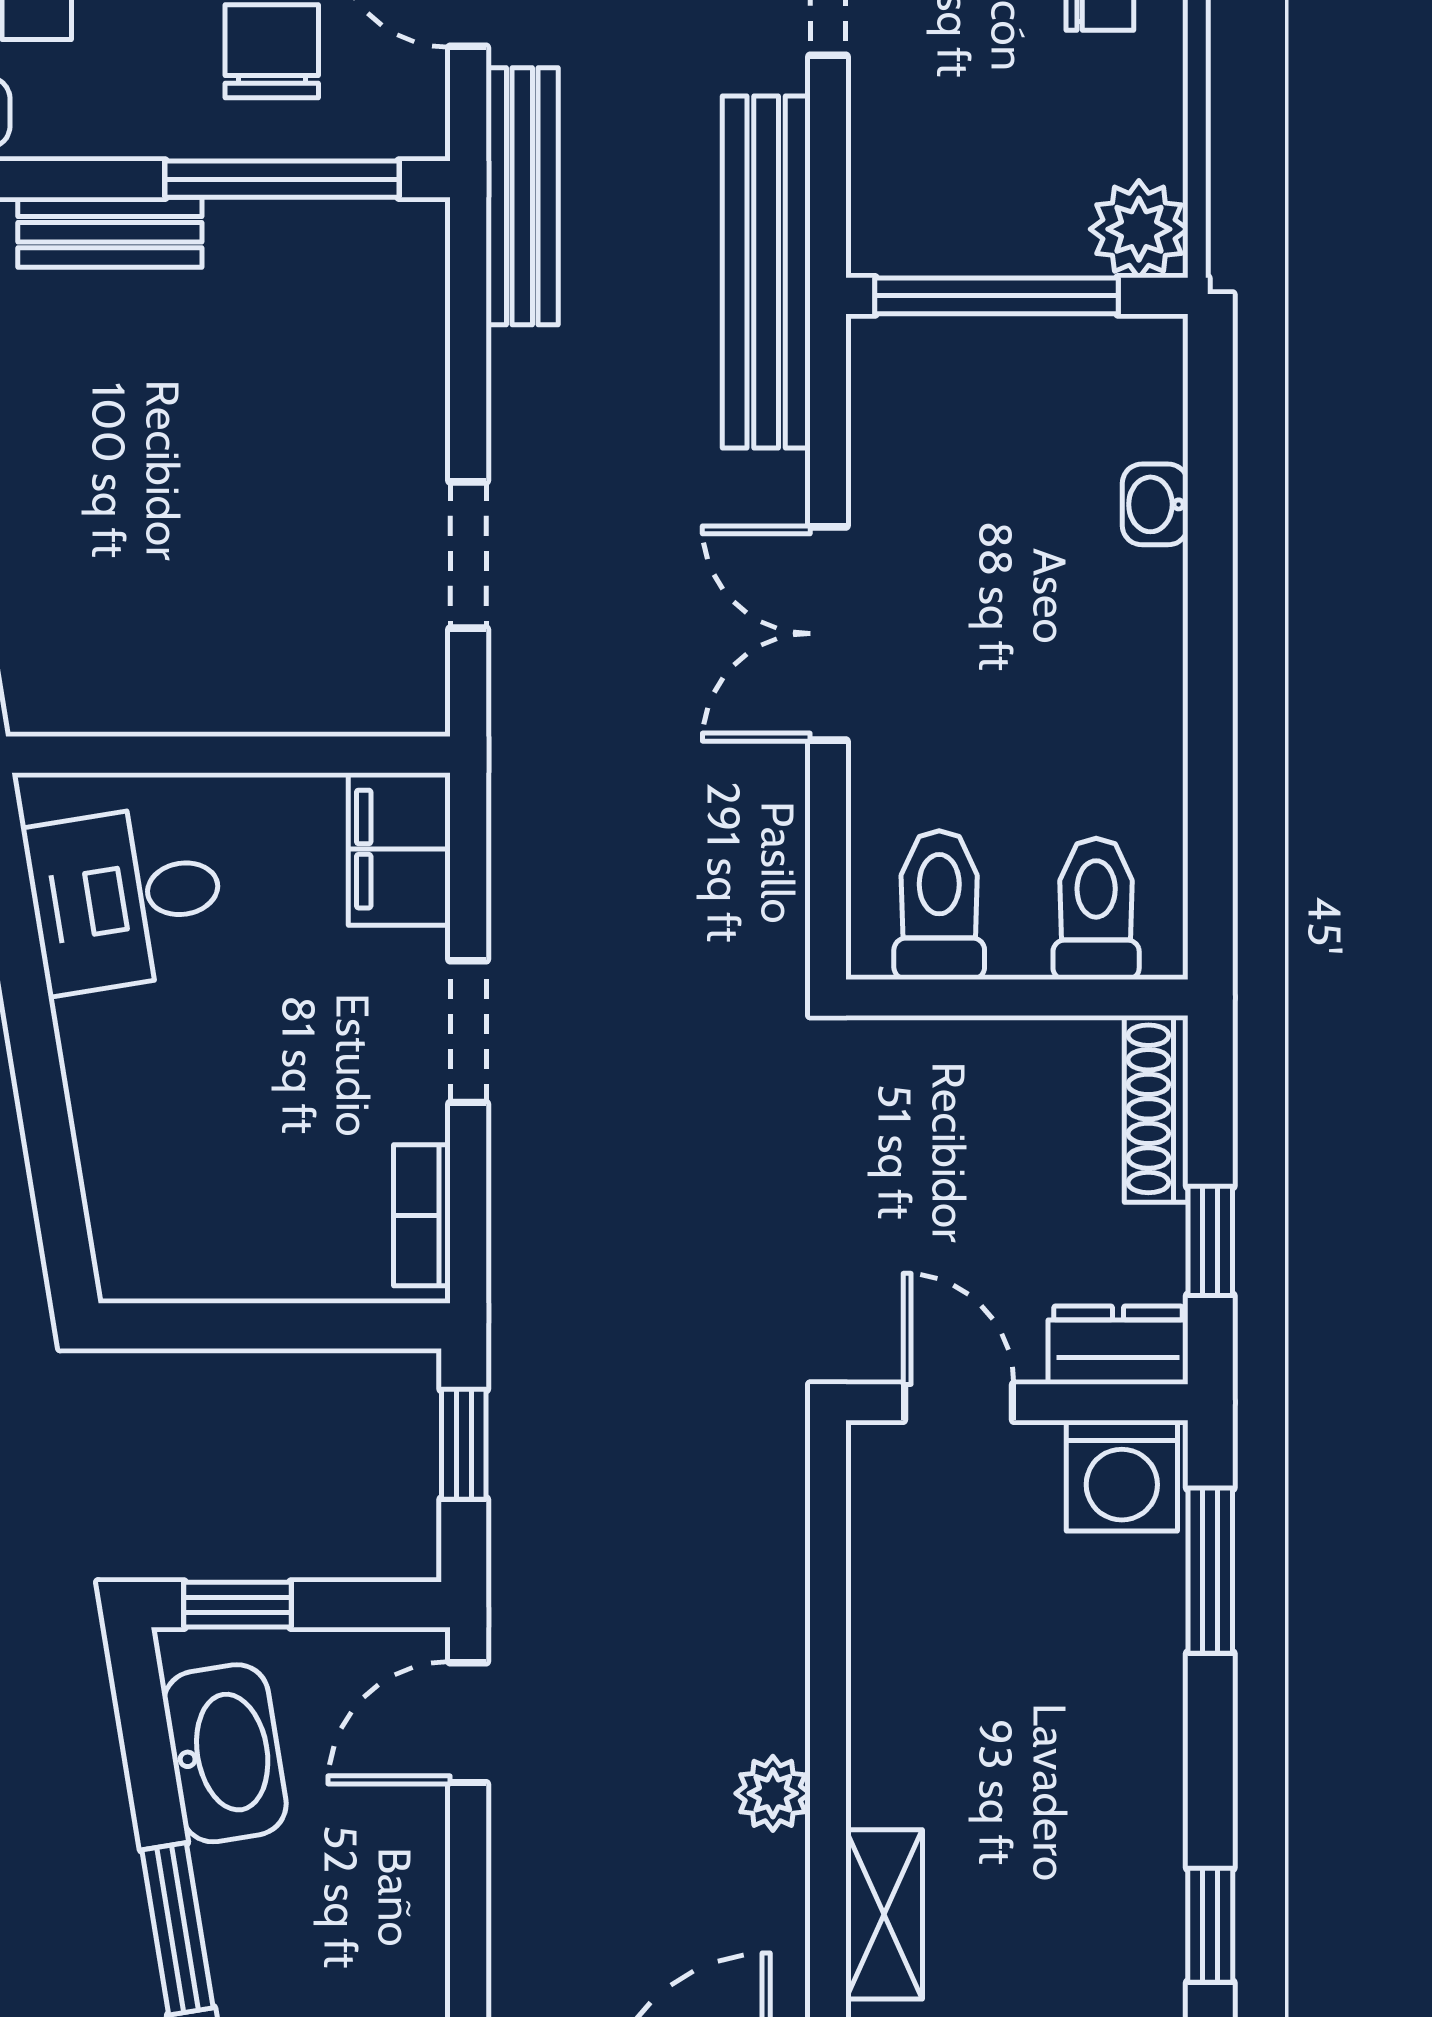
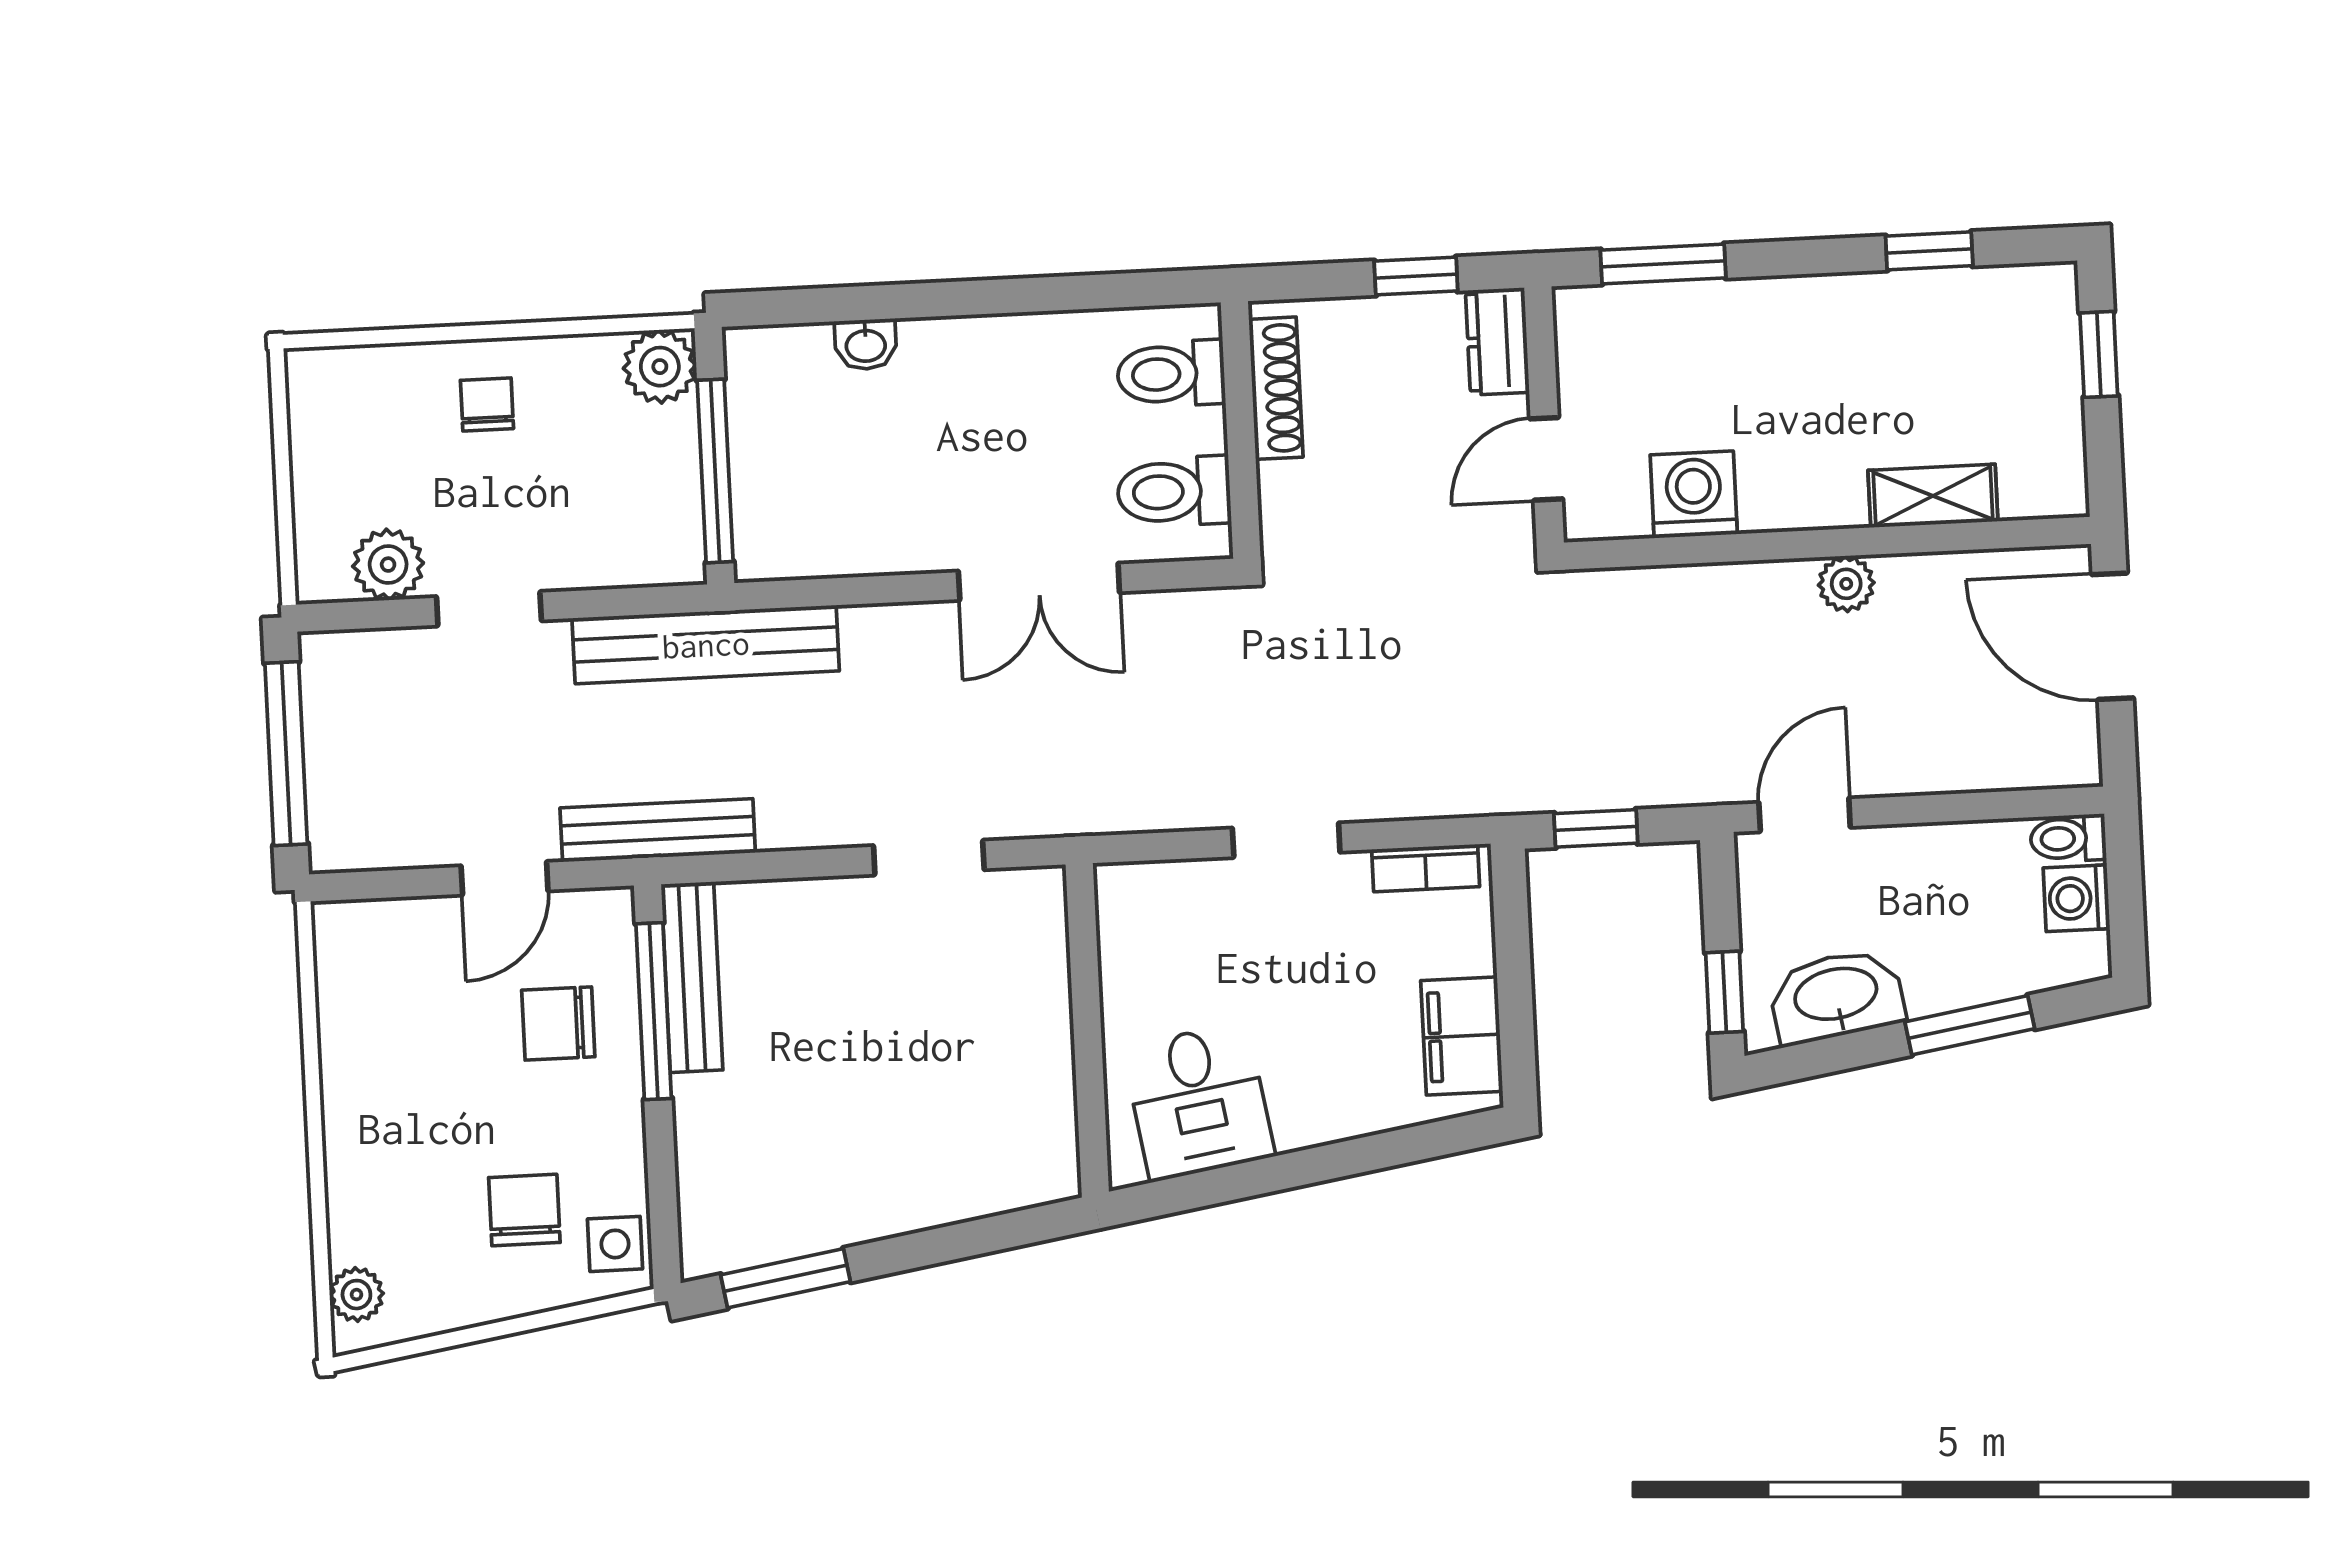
bench: (110, 232) -> (692, 977), moved, width x1.36
double door: (828, 634) -> (1039, 582), moved
filing cabinet: (399, 849) -> (1462, 1036), moved, turned 90
shoe rack: (1156, 1109) -> (1276, 388), moved, turned -90
washing machine: (1122, 1476) -> (1694, 495), moved, turned -90
door: (468, 1723) -> (1805, 815), swing flipped

